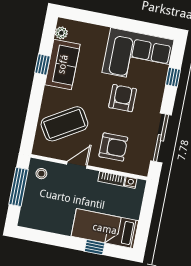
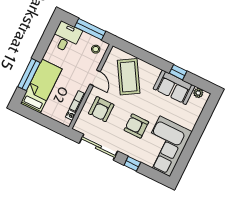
window: (173, 77) -> (132, 164), moved
armchair: (123, 98) -> (136, 126), turned 180
desk: (36, 214) -> (66, 37), added
window: (95, 247) -> (29, 75), width x2.17

